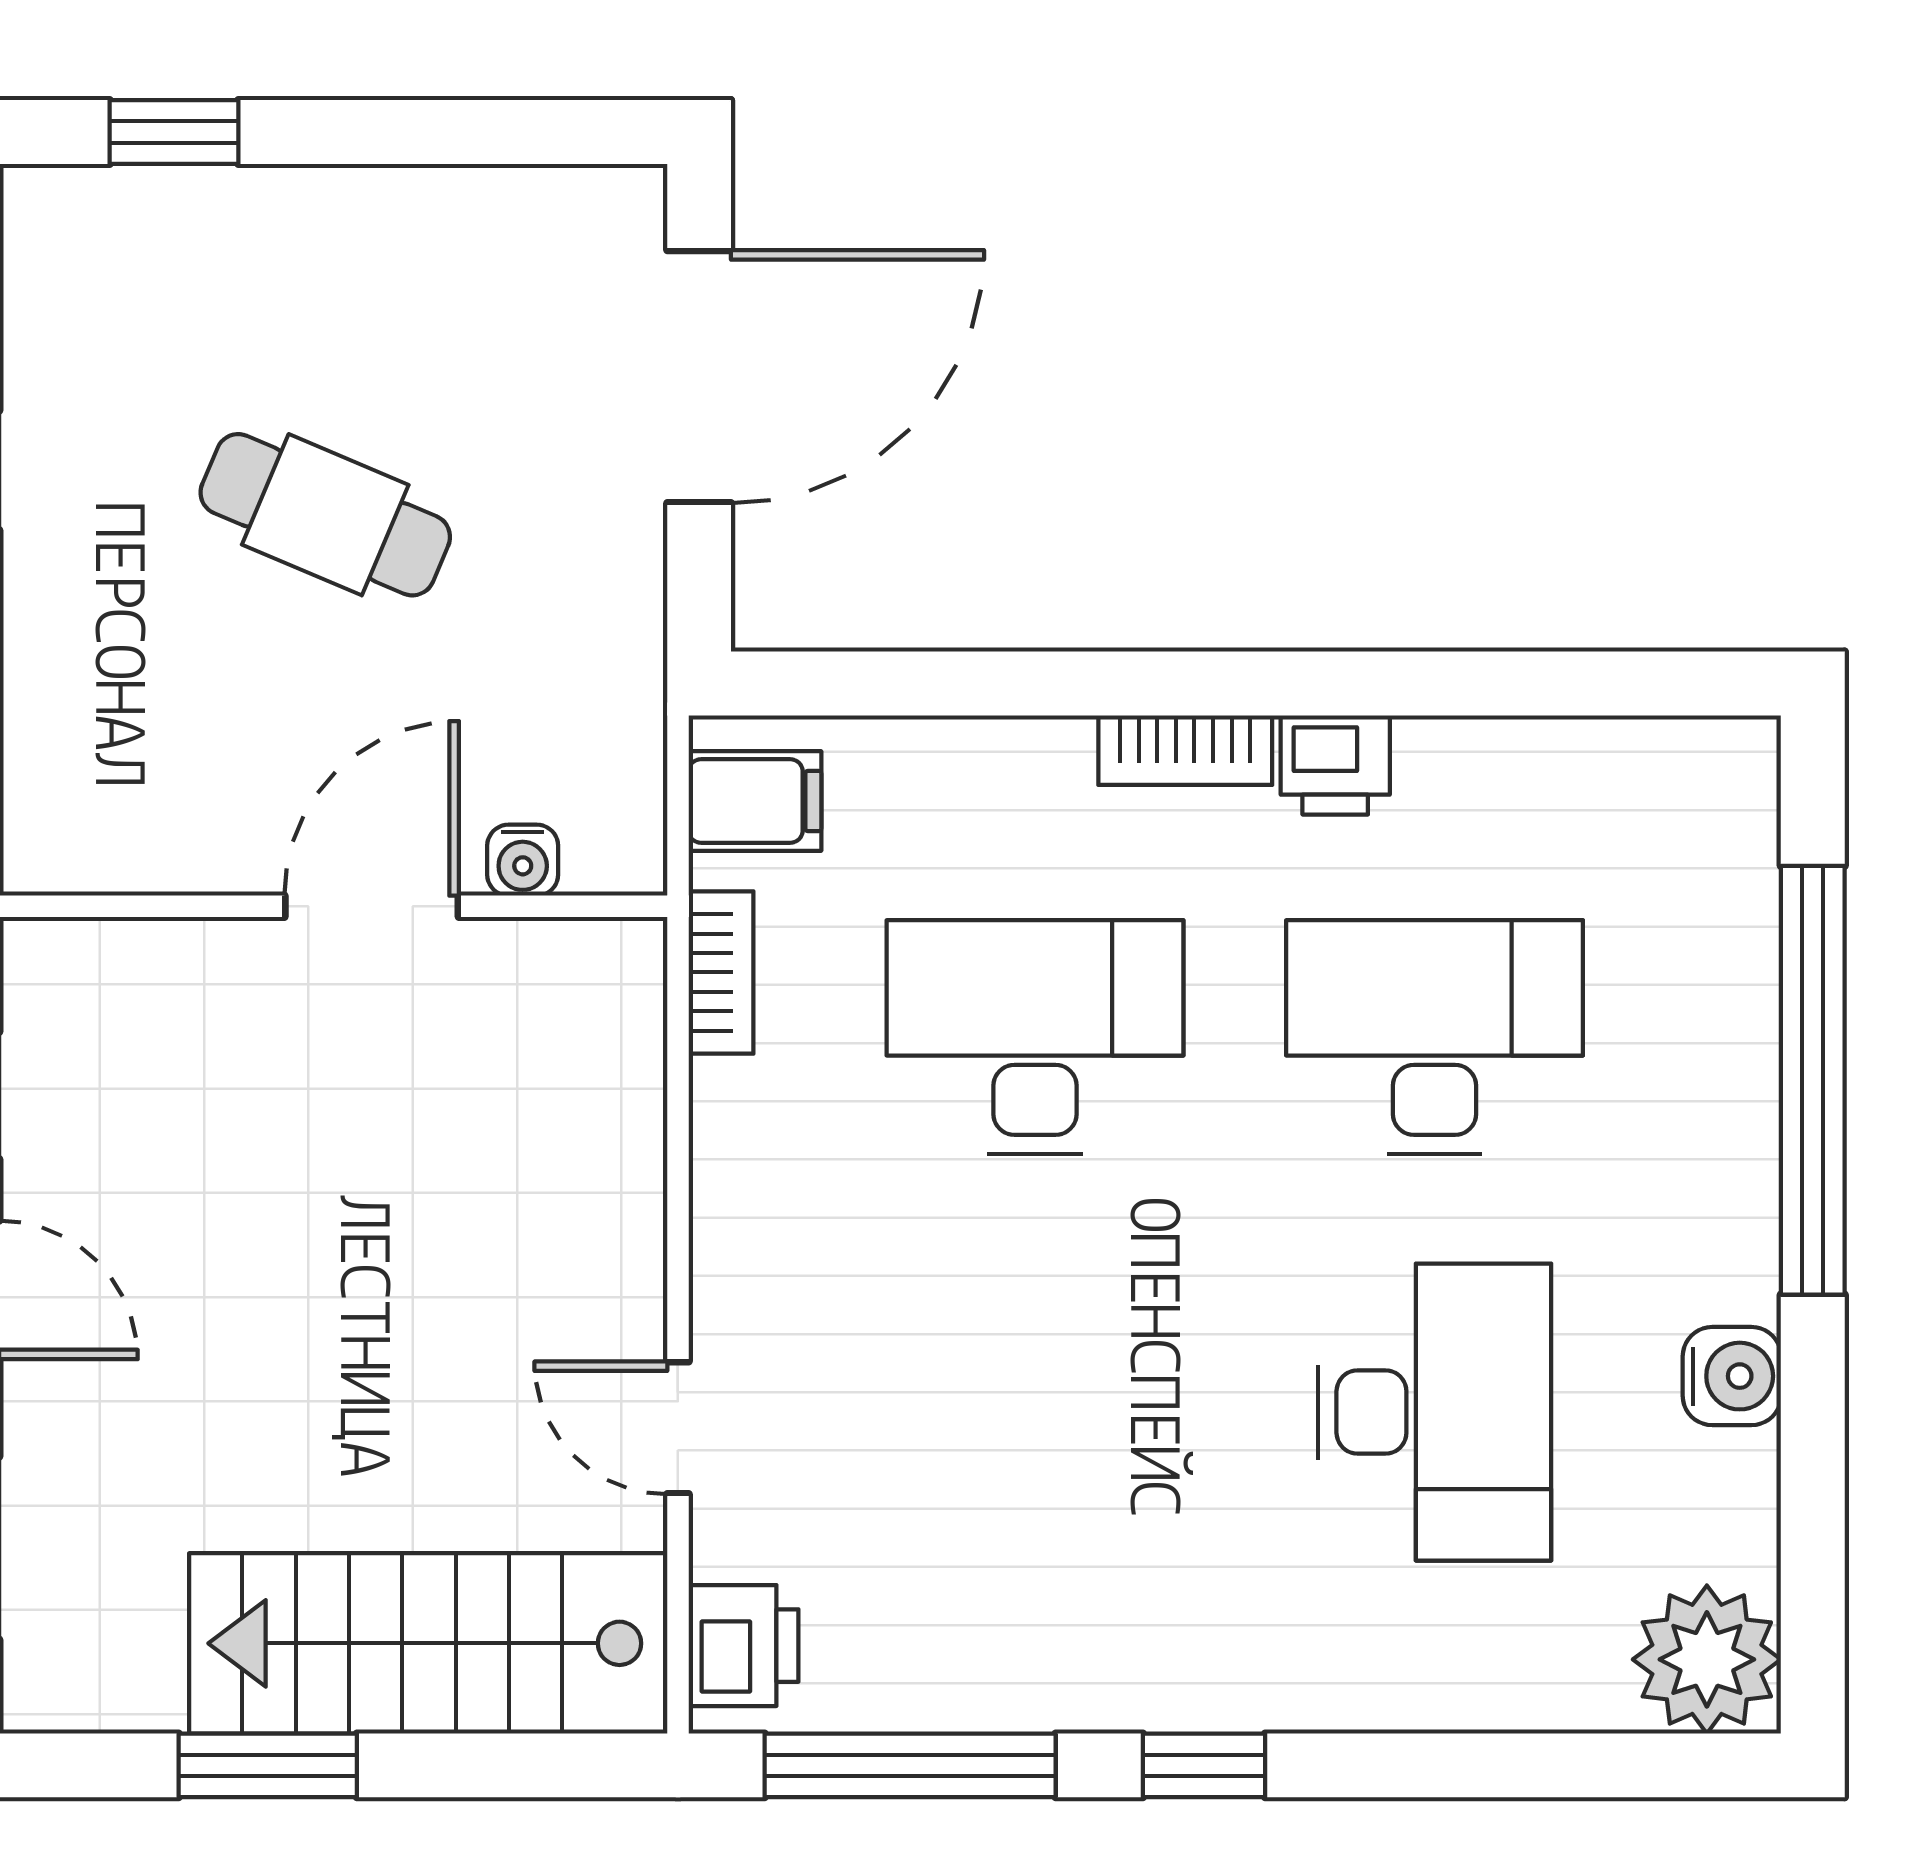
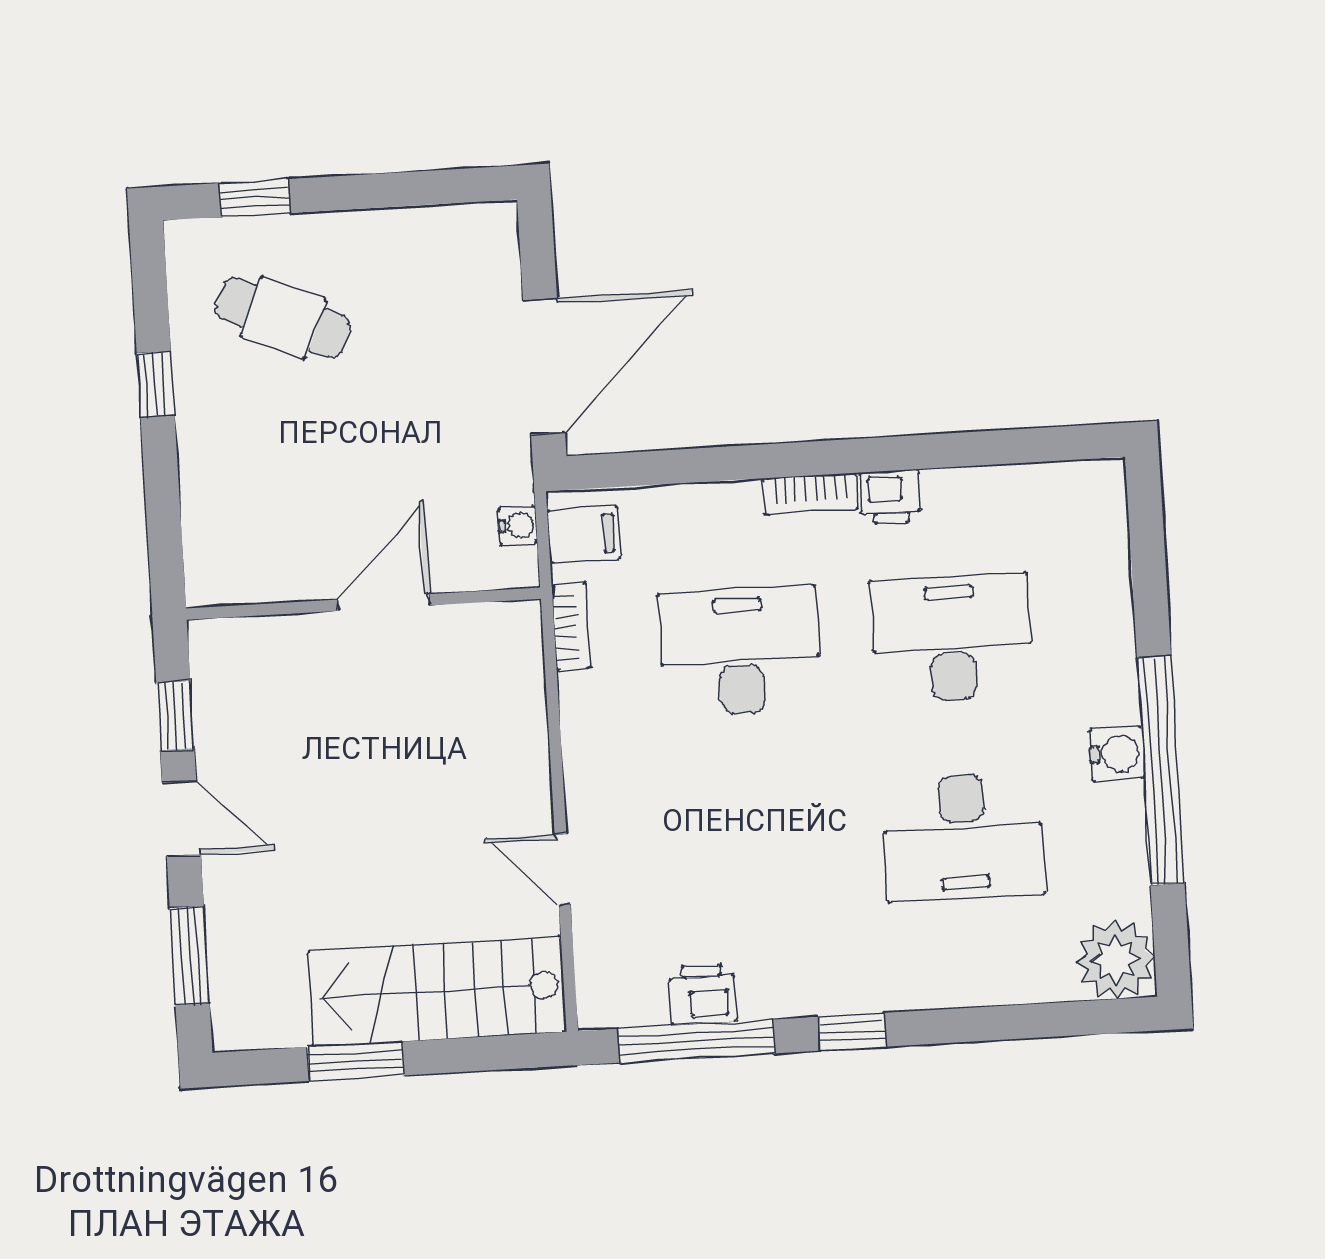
door: (699, 377) -> (544, 366), moved
cafe table: (325, 515) -> (283, 318), moved
water cooler: (523, 860) -> (518, 525), moved, turned -90
window: (1813, 1080) -> (1161, 771), moved
water cooler: (1732, 1376) -> (1117, 754), moved
desk: (1434, 1412) -> (963, 837), turned 90
printer: (743, 1646) -> (703, 994), moved, turned -90

